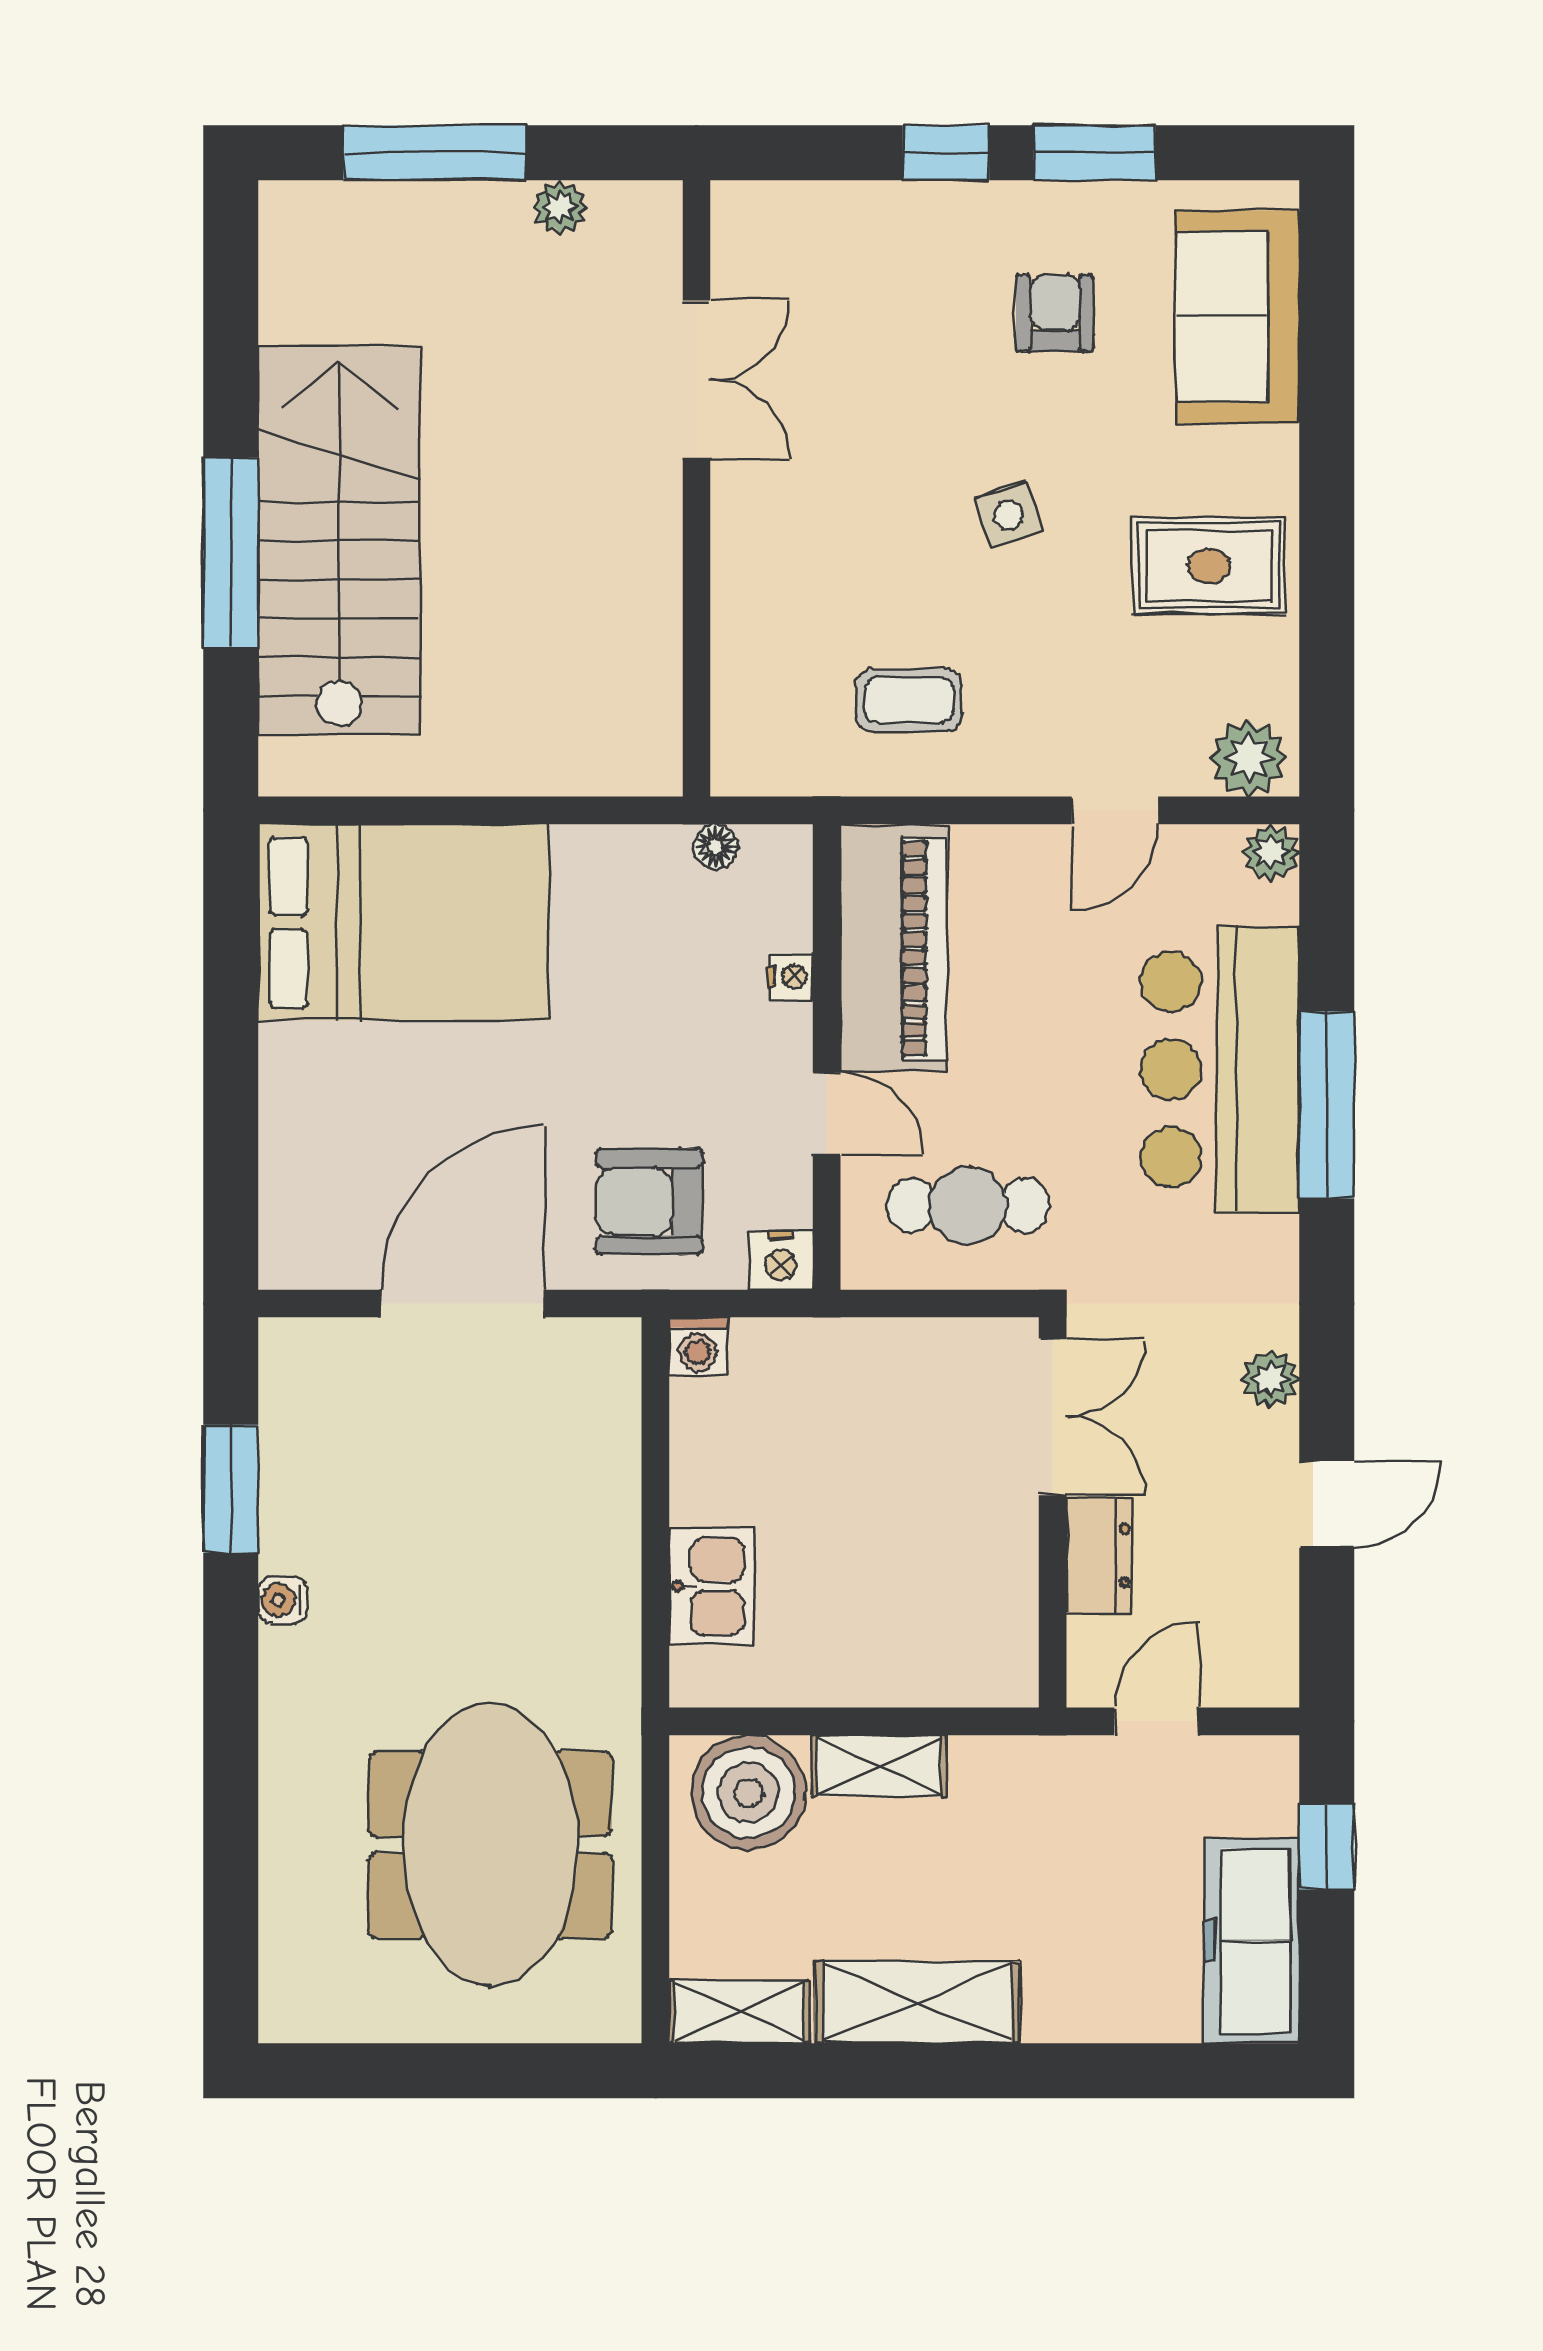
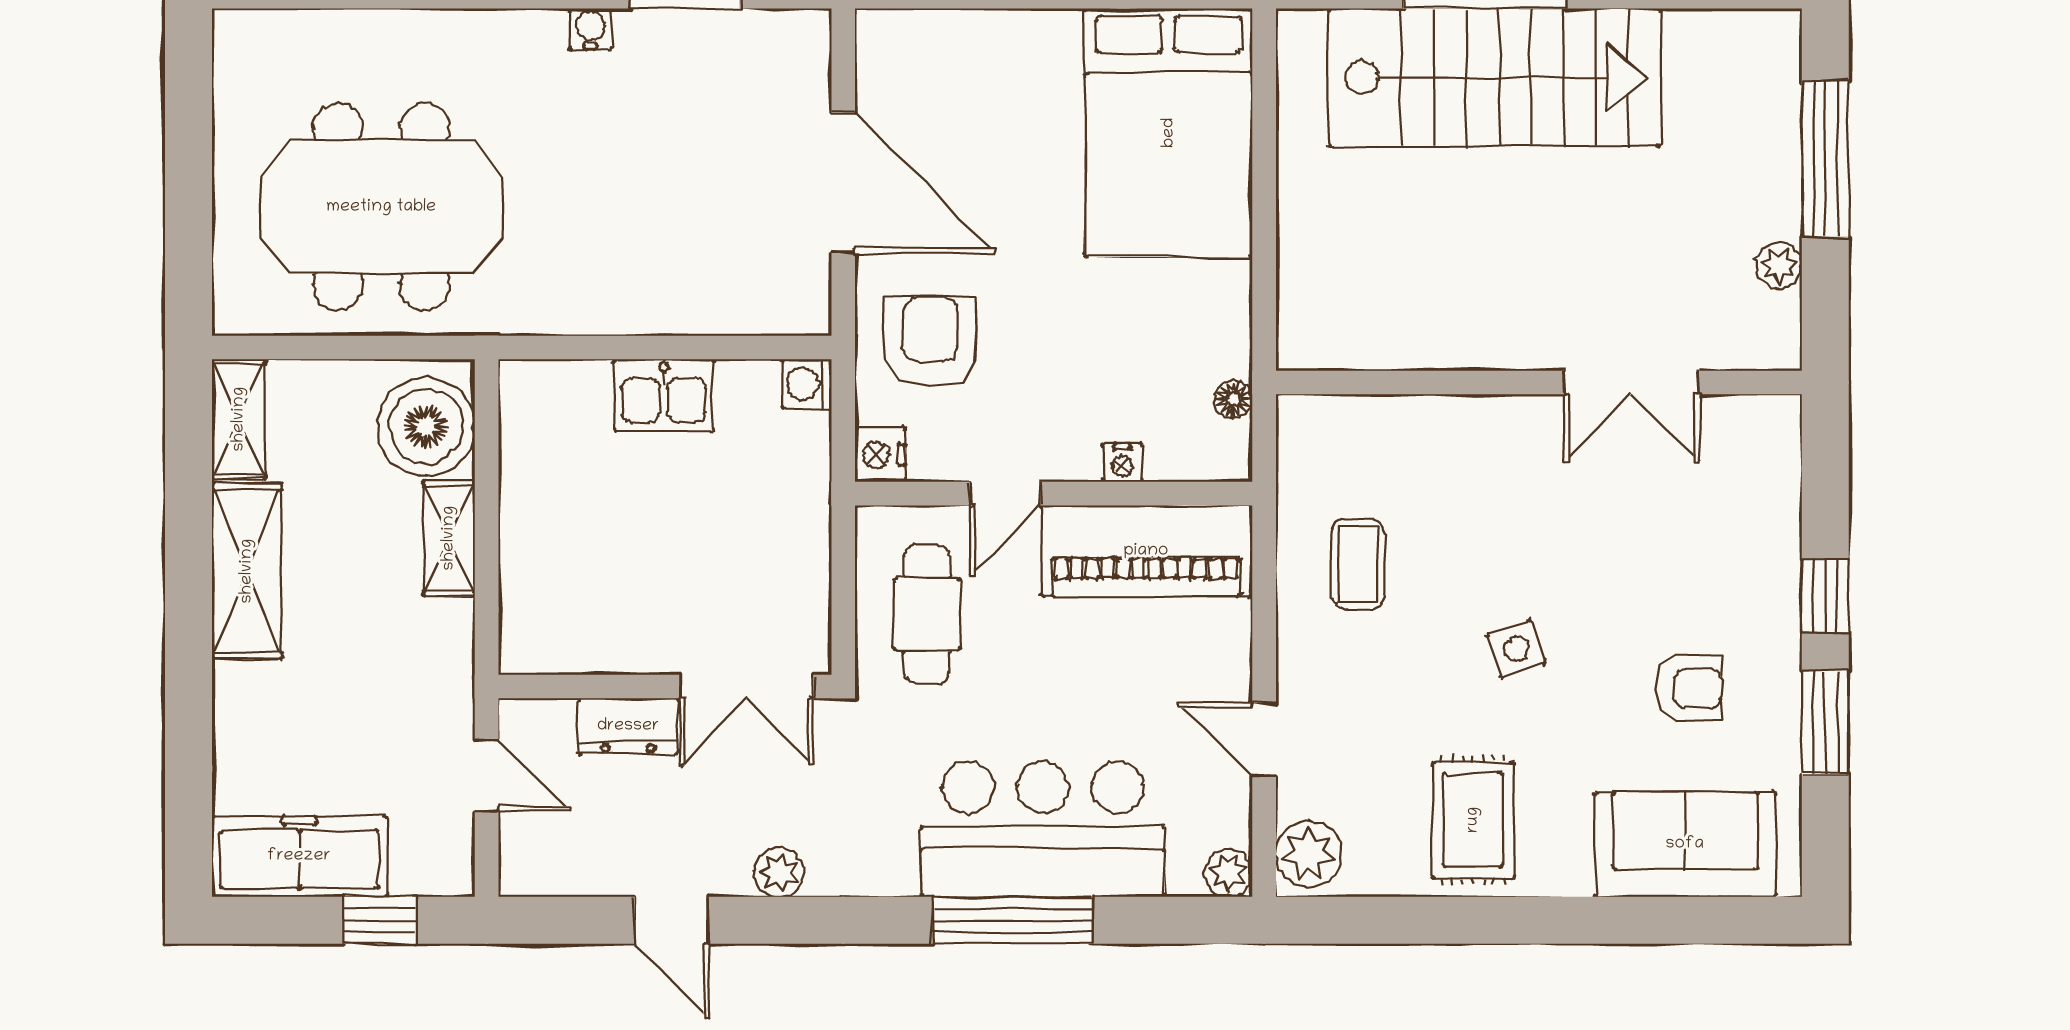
kitchen sink: (711, 1586) -> (664, 395), moved

